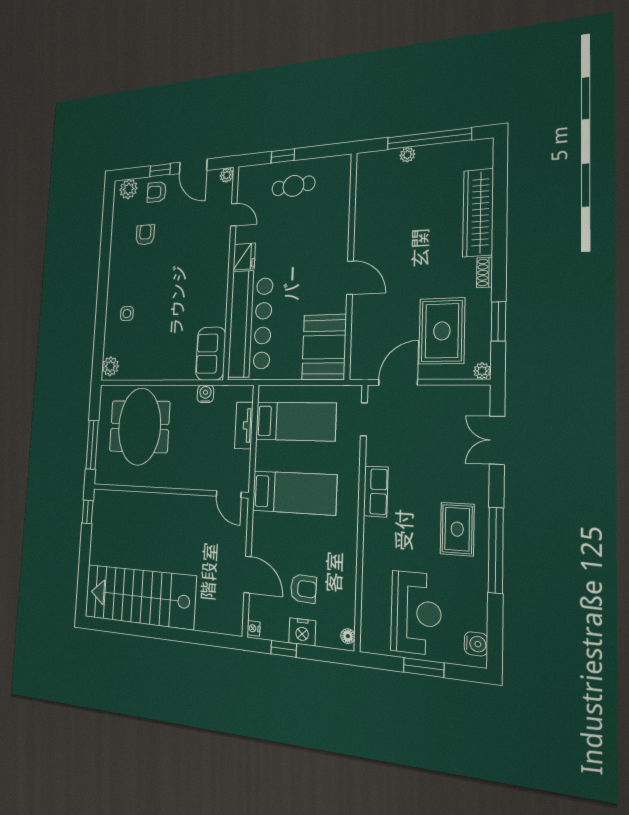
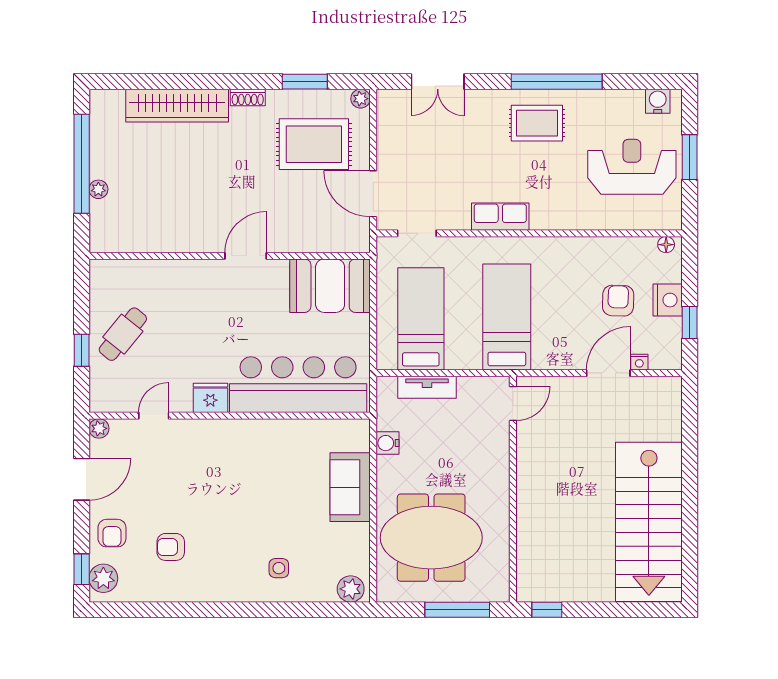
window: (160, 170) -> (82, 569), moved
cafe table: (293, 186) -> (123, 334), turned 43
sofa: (211, 354) -> (350, 487), moved, turned 90
nightstand: (254, 628) -> (639, 362), moved

